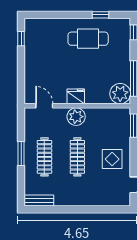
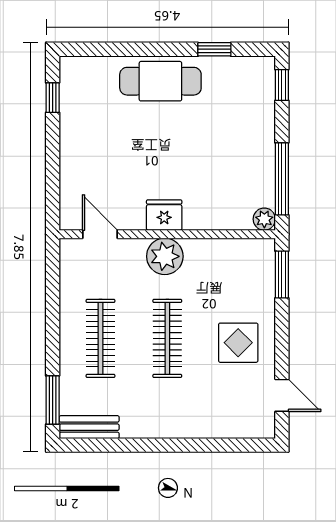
cafe table: (88, 39) -> (160, 81), moved
plant: (120, 94) -> (264, 219), width x0.53, depth x0.53
window: (21, 154) -> (53, 400), moved

